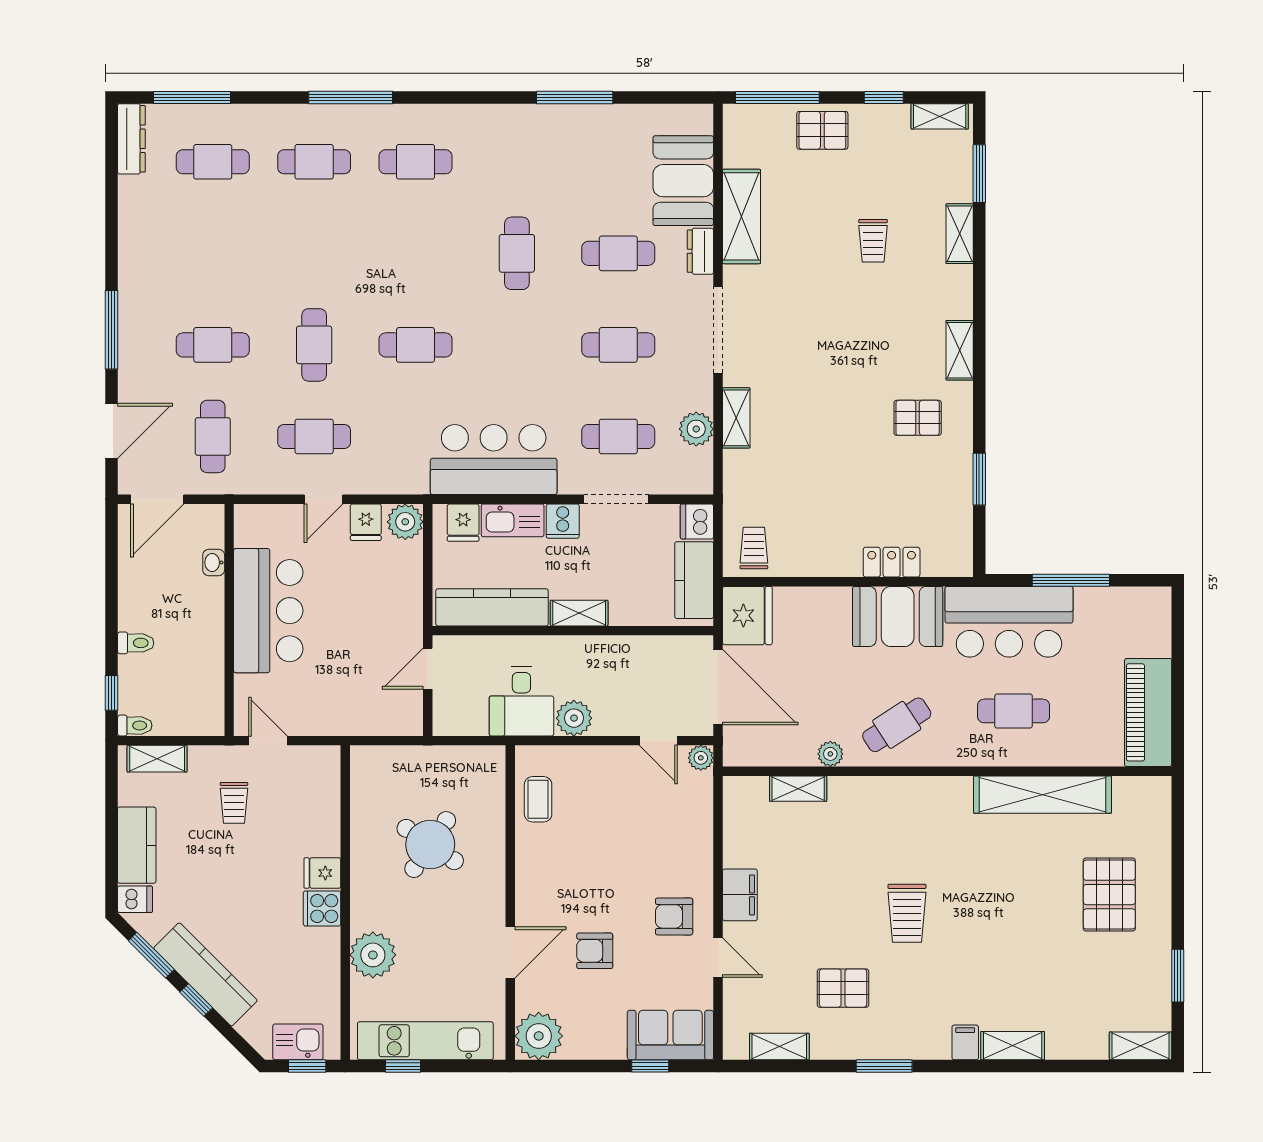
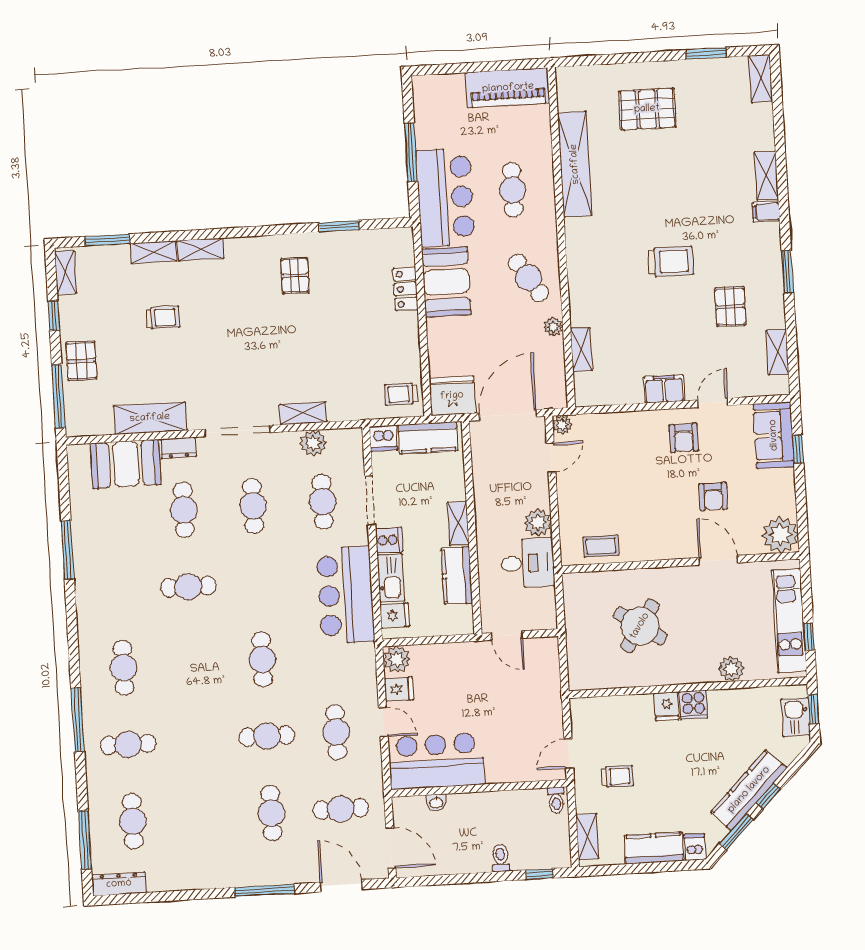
cafe table: (314, 162) -> (128, 744), turned 90
shelving: (960, 350) -> (201, 249), moved
kitchen counter: (492, 607) -> (457, 576), width x0.67
bar counter: (268, 611) -> (436, 761), moved
toilet: (135, 725) -> (556, 800), moved, turned 180
plant: (373, 955) -> (731, 669), width x0.73, depth x0.73

